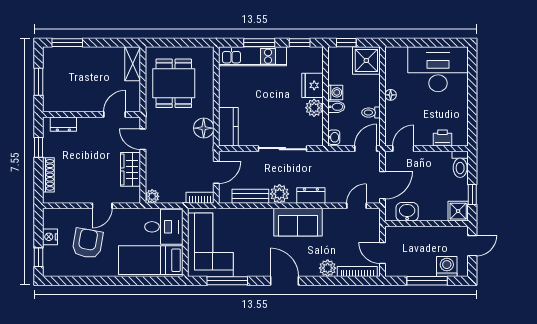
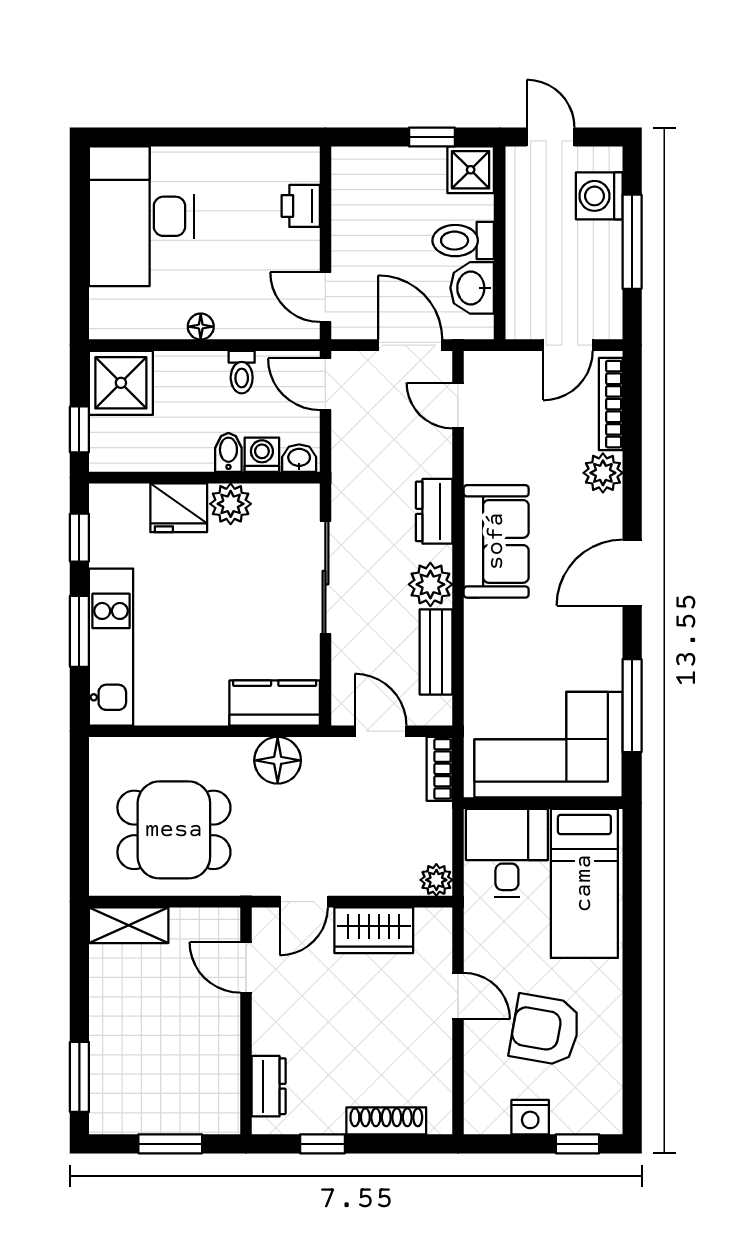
washing machine: (335, 92) -> (262, 455), moved
toilet: (460, 164) -> (463, 241), moved, turned 180

